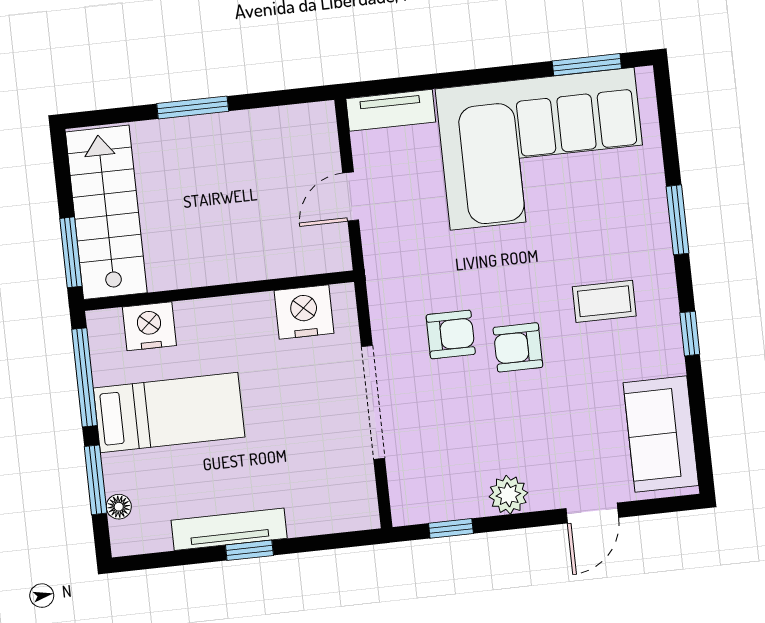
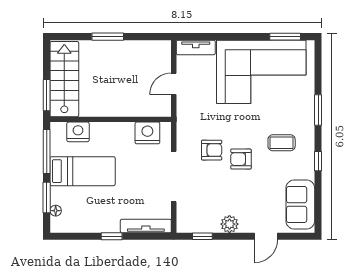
tv unit: (229, 529) -> (146, 226), moved

